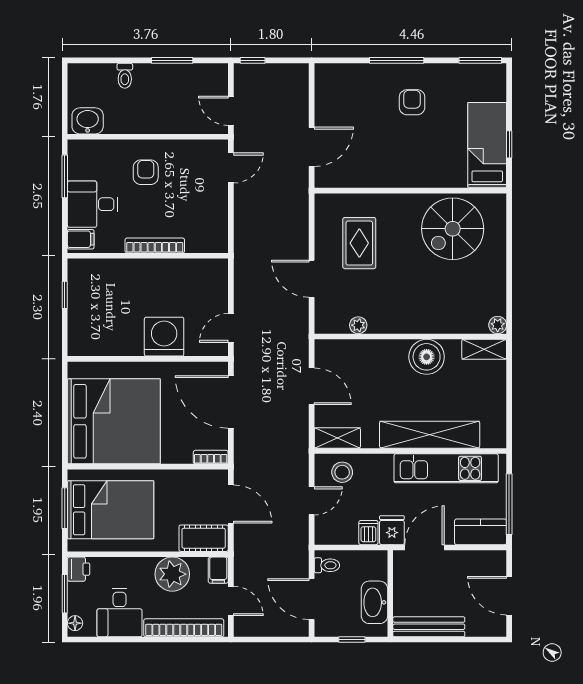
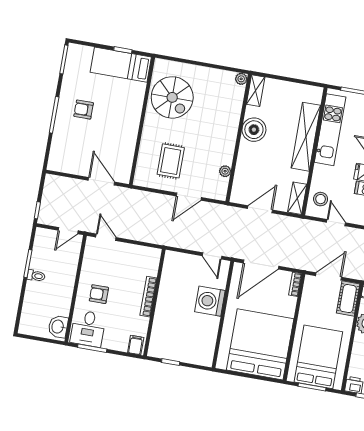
toilet: (125, 76) -> (36, 276), moved
desk: (93, 204) -> (88, 329), moved
rug: (359, 243) -> (171, 161), turned 90

